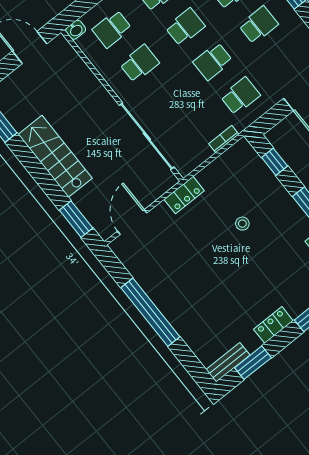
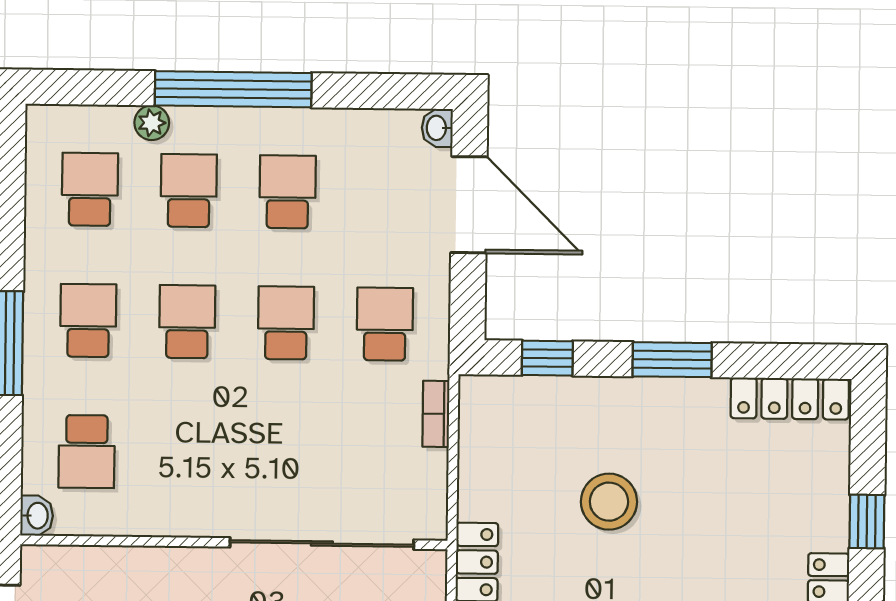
school desk: (213, 61) -> (286, 323), turned 180
school desk: (139, 63) -> (186, 453), removed
stool: (242, 224) -> (609, 502), width x1.89, depth x1.89

